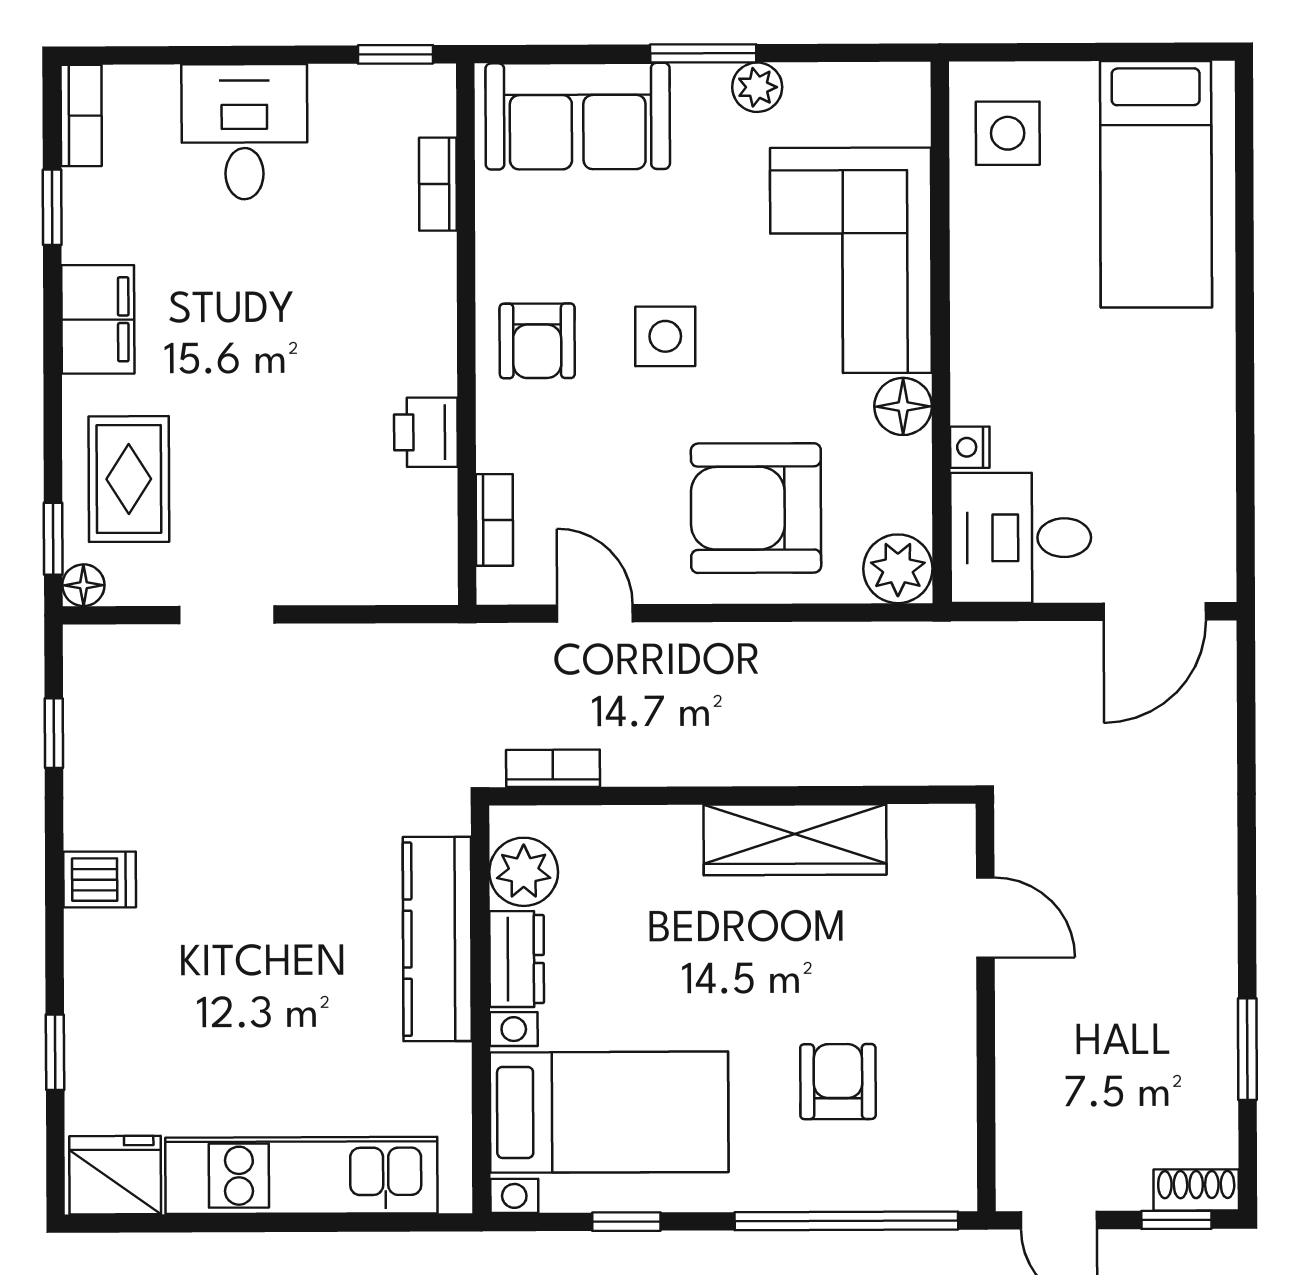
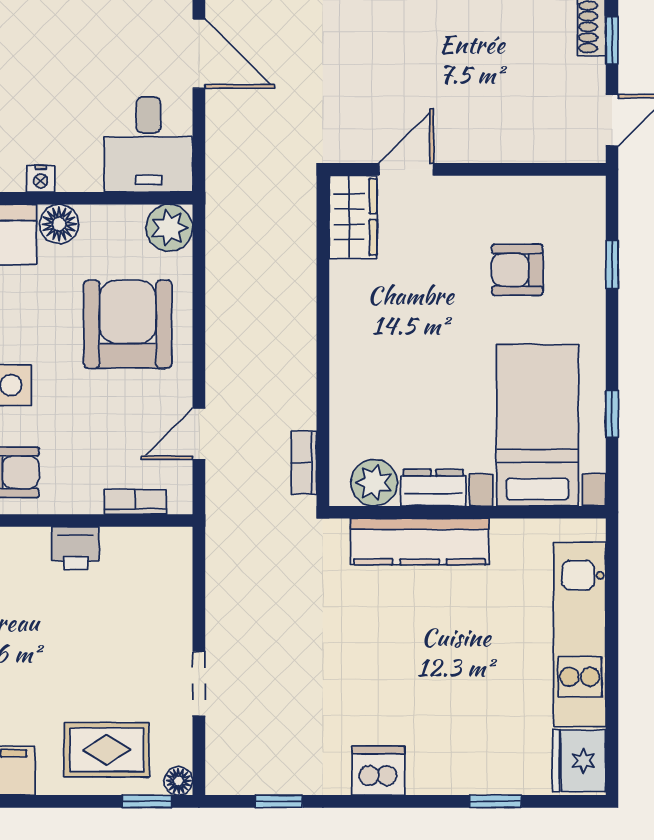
nightstand: (970, 447) -> (41, 179), moved
armchair: (756, 508) -> (128, 324), turned 180
wardrobe: (795, 840) -> (353, 217), moved, width x0.67
dishwasher: (100, 880) -> (378, 771), width x1.38
window: (846, 1221) -> (612, 264), width x0.32

